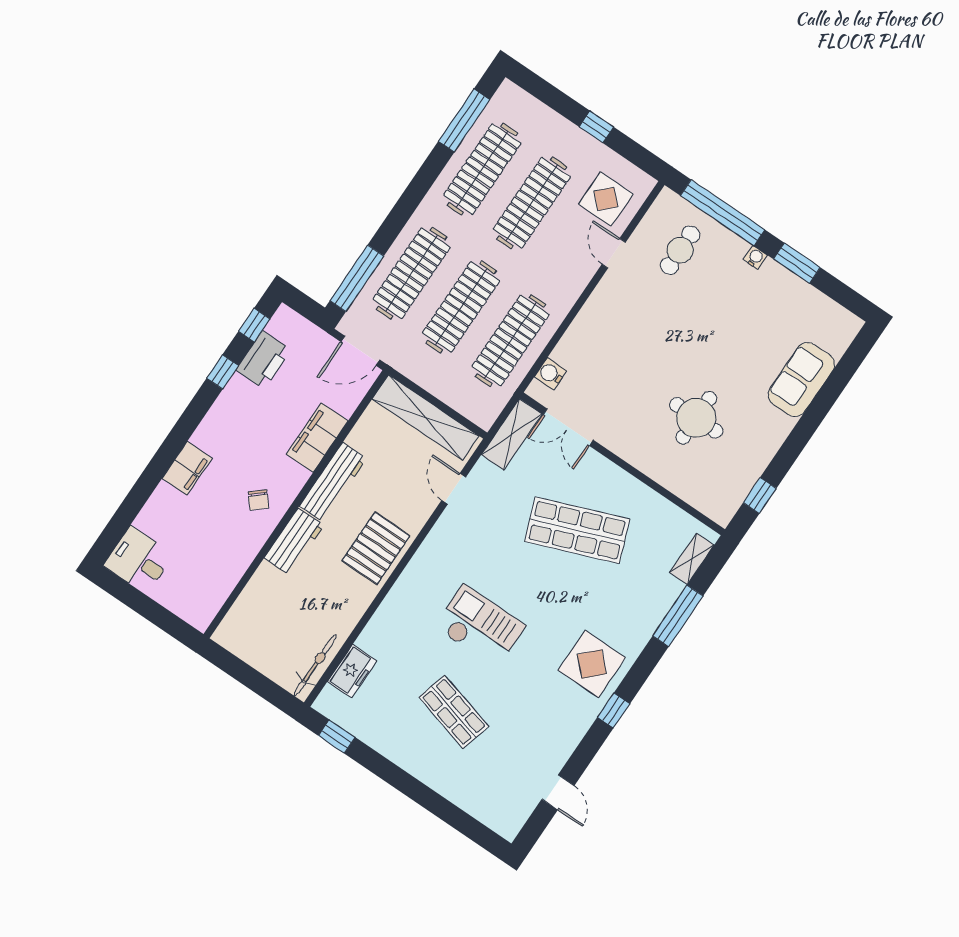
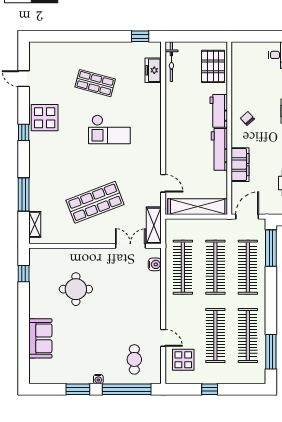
pallet: (376, 548) -> (213, 66), moved
display table: (592, 664) -> (45, 118), moved

